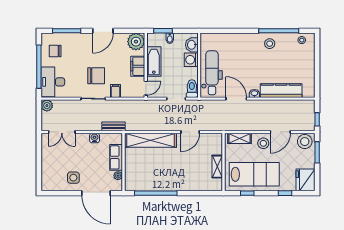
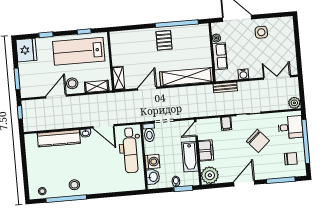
chair: (96, 76) -> (258, 141), moved, turned -132
desk: (53, 82) -> (290, 127), width x0.73
stool: (305, 142) -> (30, 89), removed
shelving: (217, 167) -> (119, 78), moved
pallet: (170, 178) -> (164, 40), added

